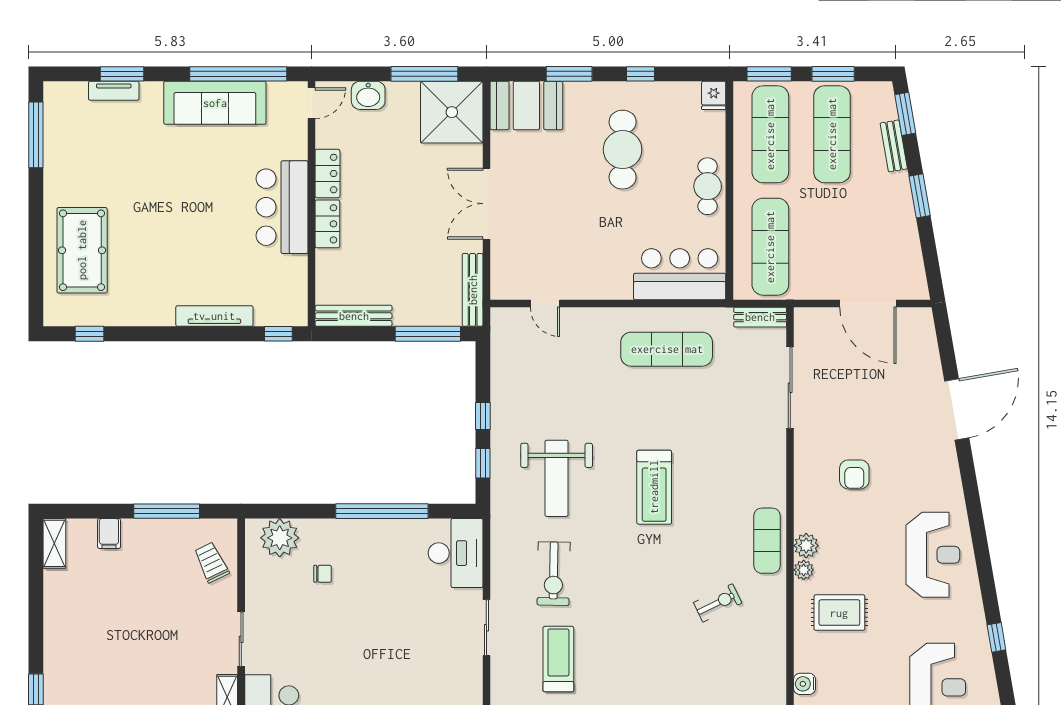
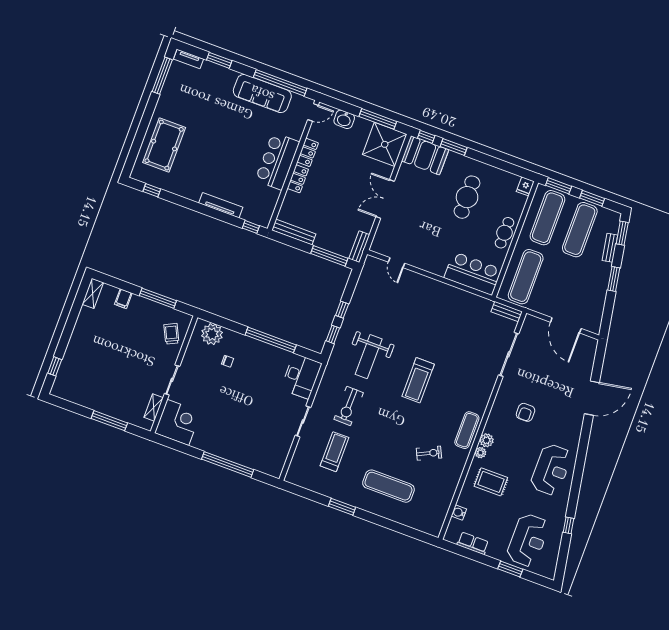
window: (641, 74) -> (426, 137), moved
tv unit: (114, 91) -> (188, 59), moved
bench: (473, 290) -> (359, 247), width x0.73
exercise mat: (667, 349) -> (388, 486), moved

